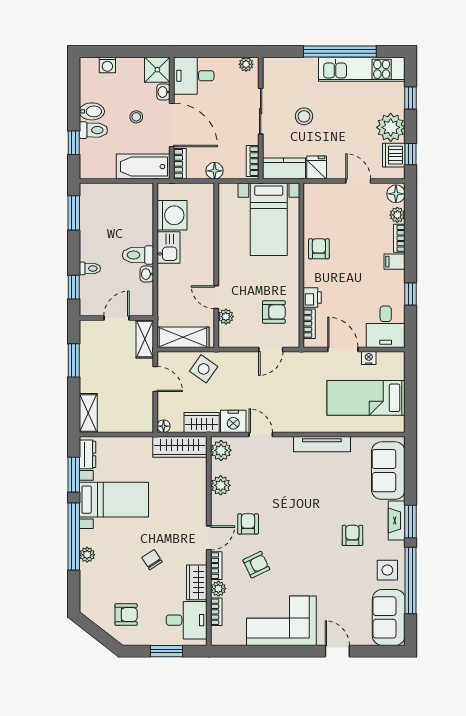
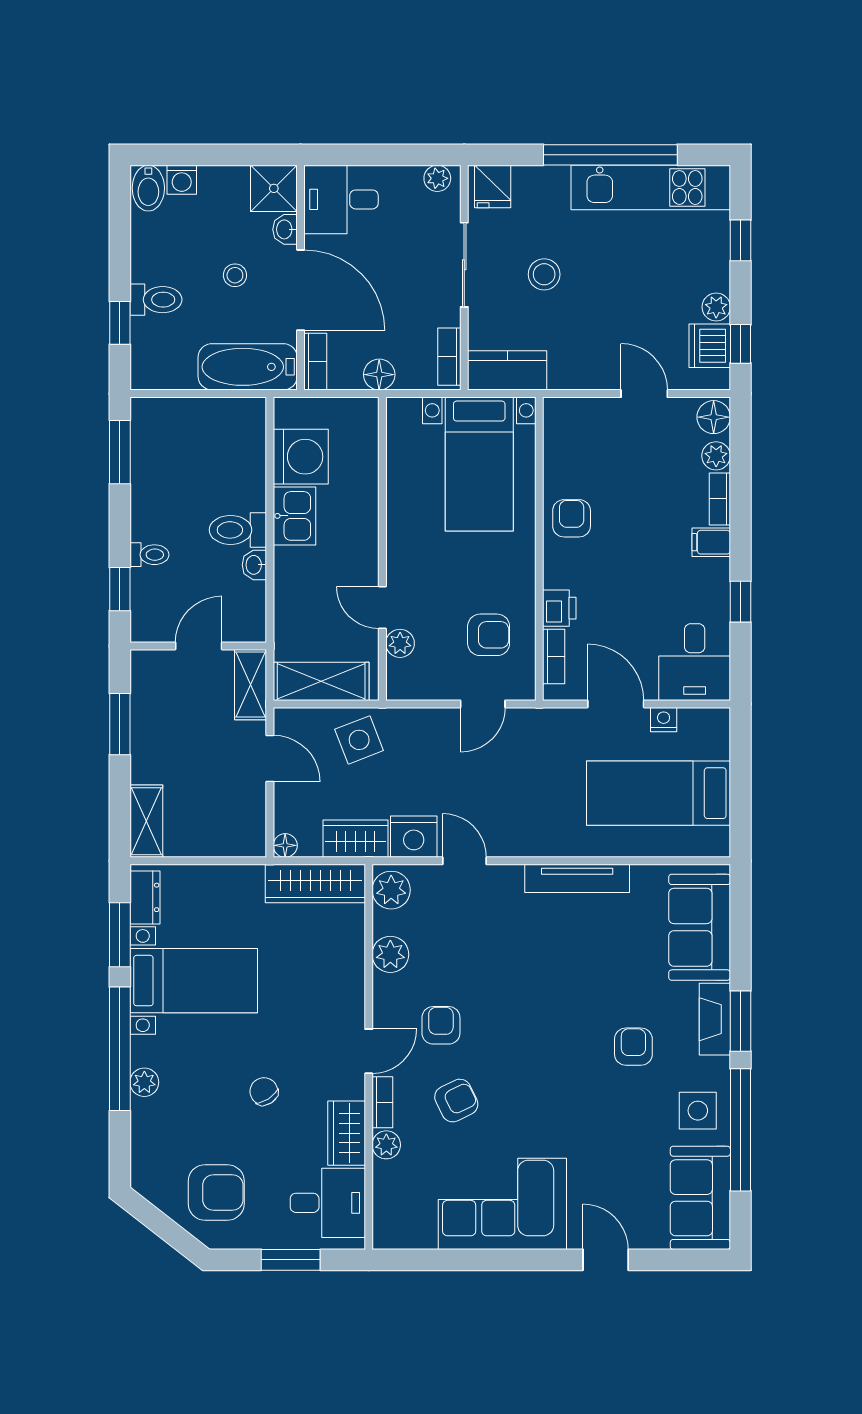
bidet: (92, 111) -> (148, 188), moved, turned 90
plant: (391, 127) -> (716, 307), width x0.53, depth x0.53
fridge: (317, 168) -> (493, 186), moved, turned 180
side table: (204, 369) -> (359, 740), turned 34
bookcase: (216, 612) -> (382, 1187), removed
armchair: (126, 615) -> (216, 1192), width x1.38, depth x1.38

